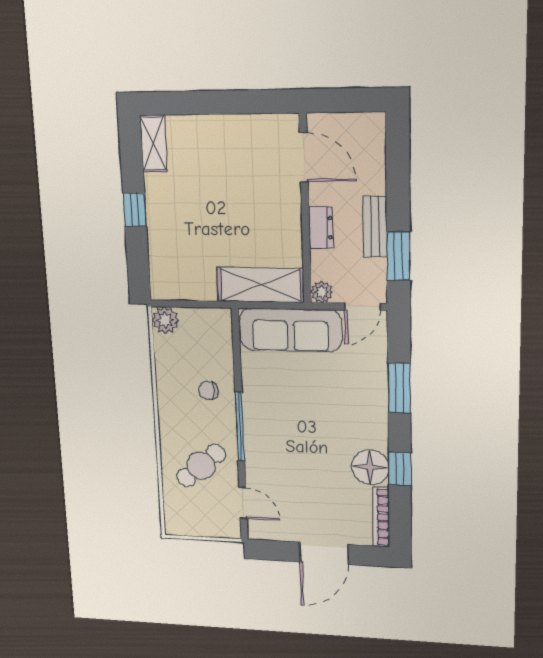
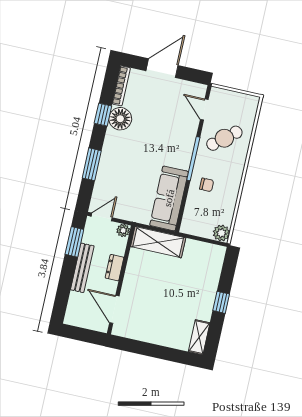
bench: (375, 227) -> (82, 268), width x1.36
sofa: (290, 330) -> (169, 198), moved, turned -90

